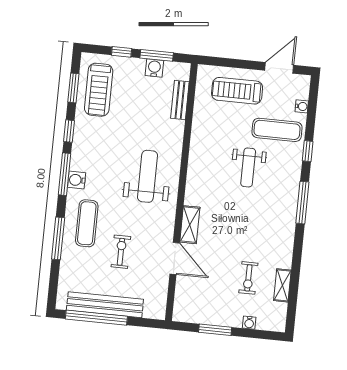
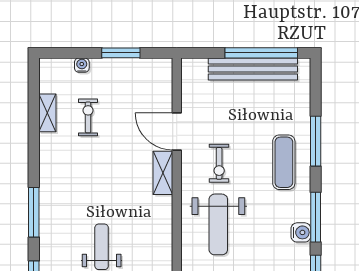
water cooler: (77, 180) -> (301, 232), moved
exercise bike: (121, 252) -> (219, 163), moved

